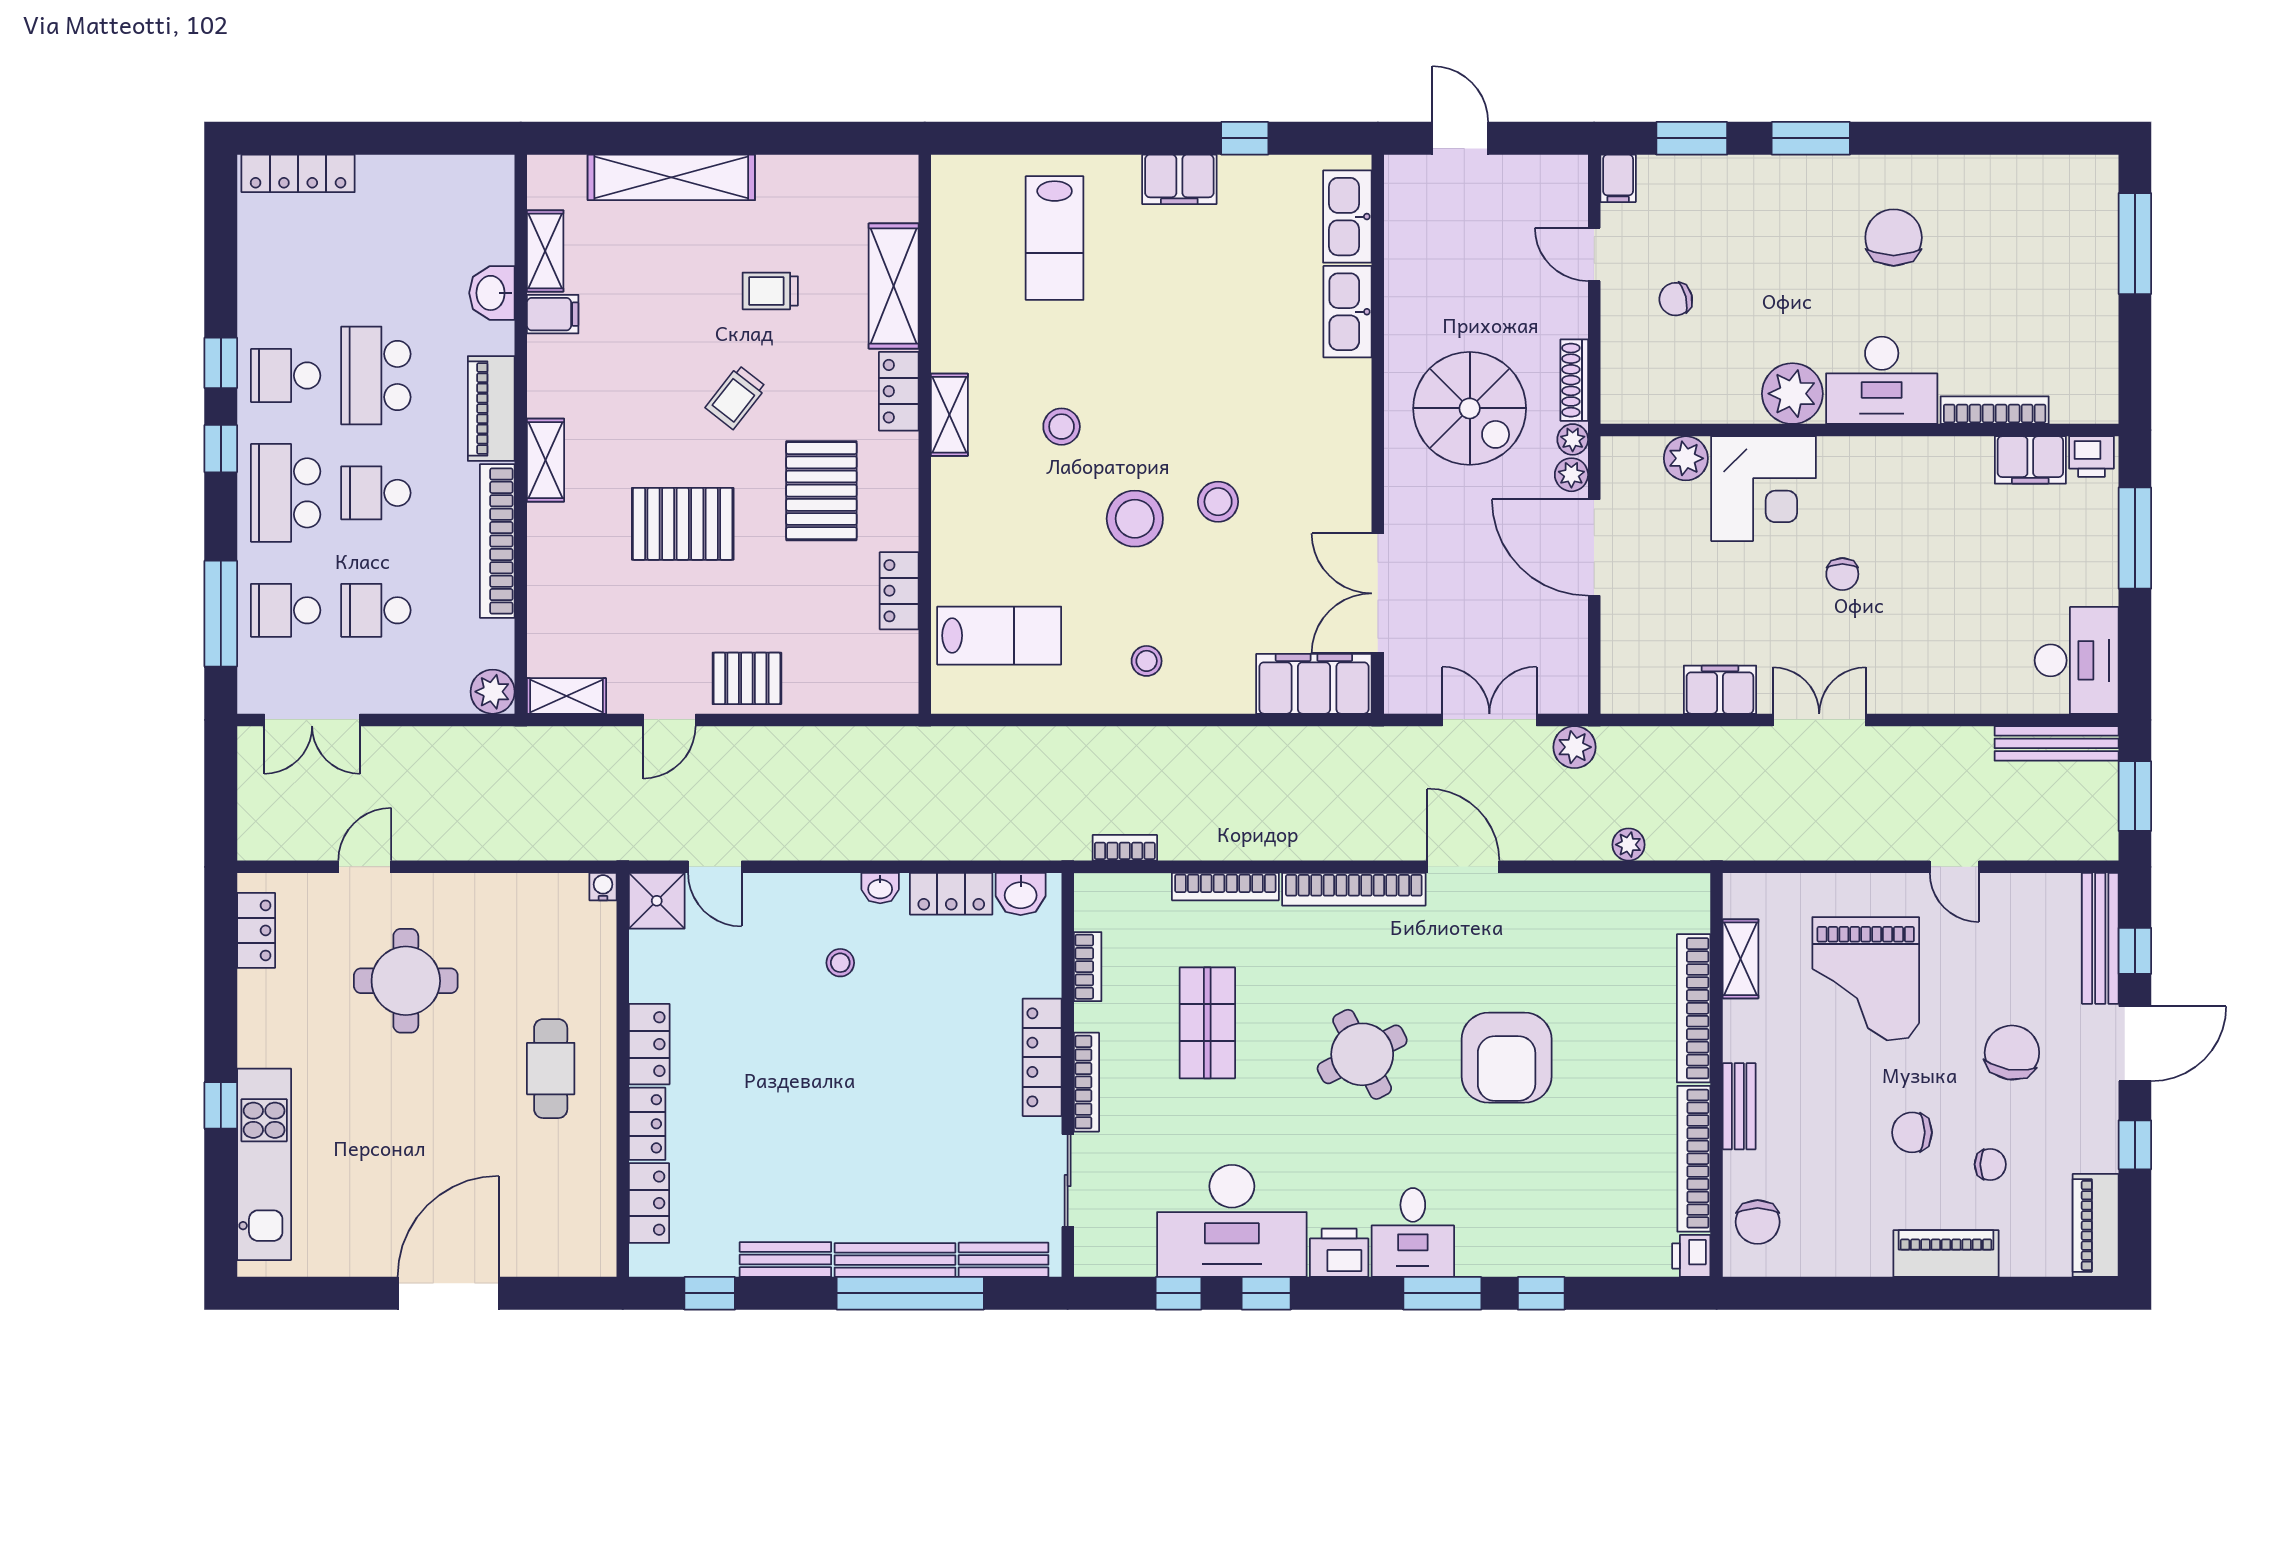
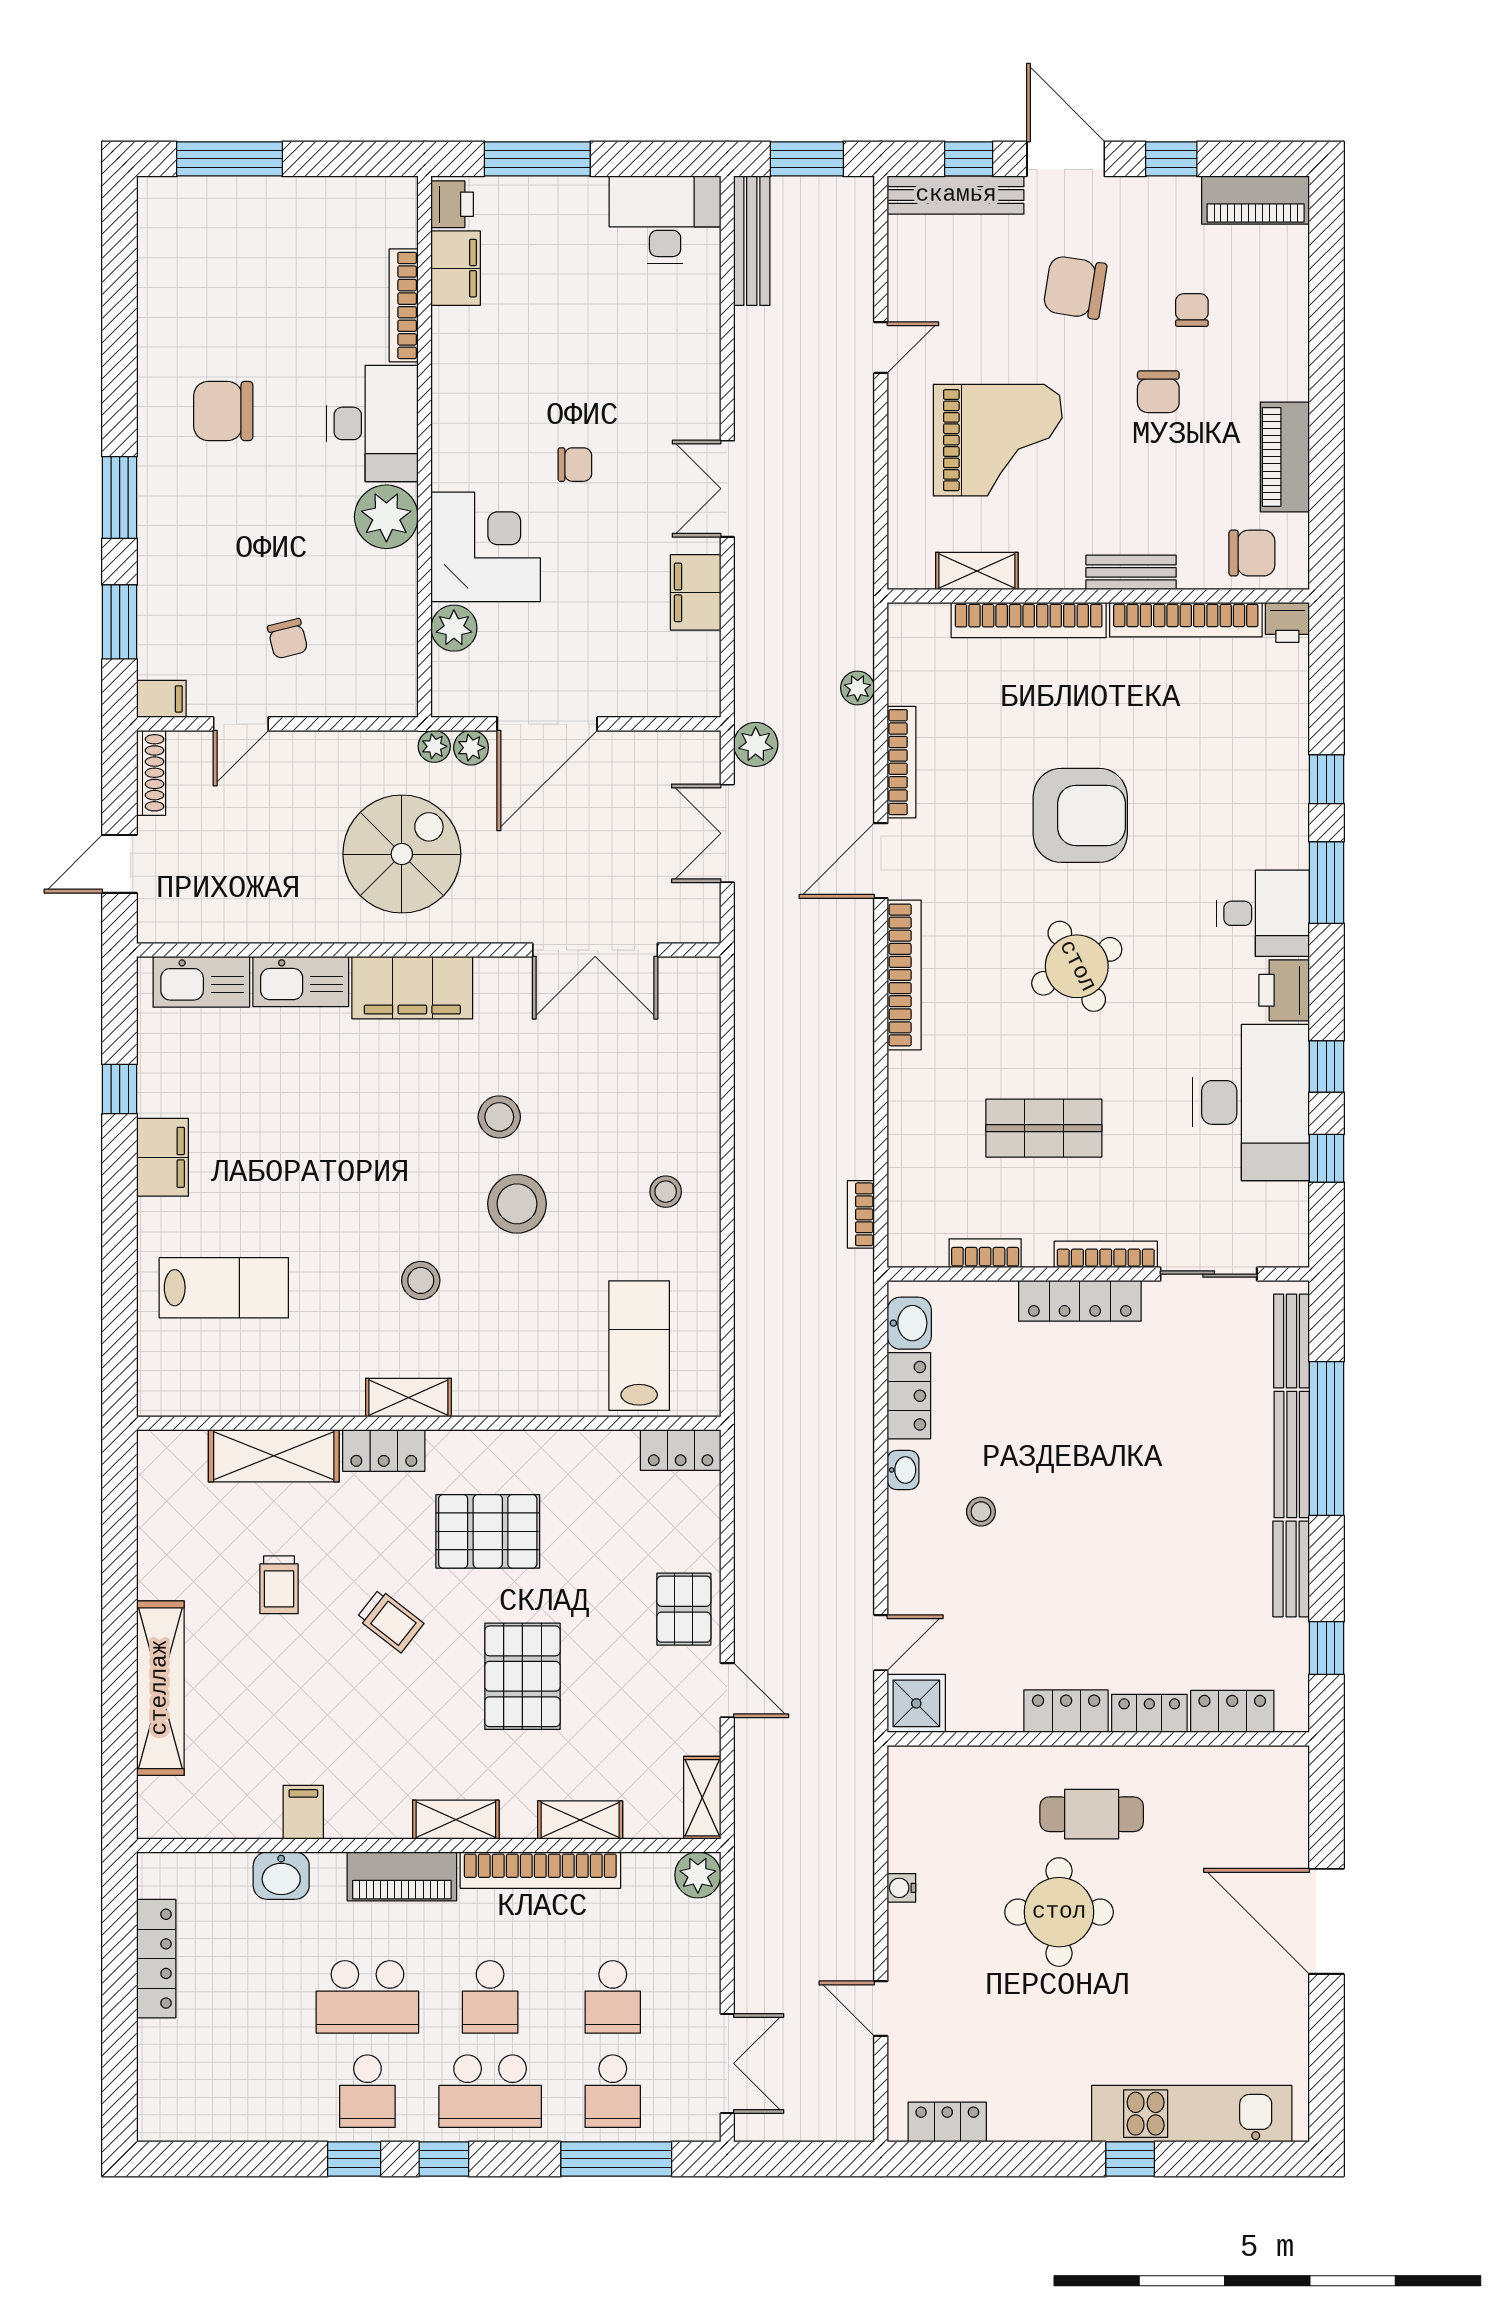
locker: (298, 173) -> (156, 1959), moved
shelving: (545, 251) -> (580, 1820), moved
shoe rack: (1574, 380) -> (151, 773), moved, turned -90
locker: (899, 591) -> (681, 1450), moved
filing cabinet: (1314, 684) -> (412, 988), moved, turned -90
water cooler: (603, 887) -> (901, 1888), moved
bookcase: (1225, 887) -> (901, 762), moved
round table: (406, 981) -> (1059, 1912), moved
piano: (1946, 1254) -> (1285, 457), moved

